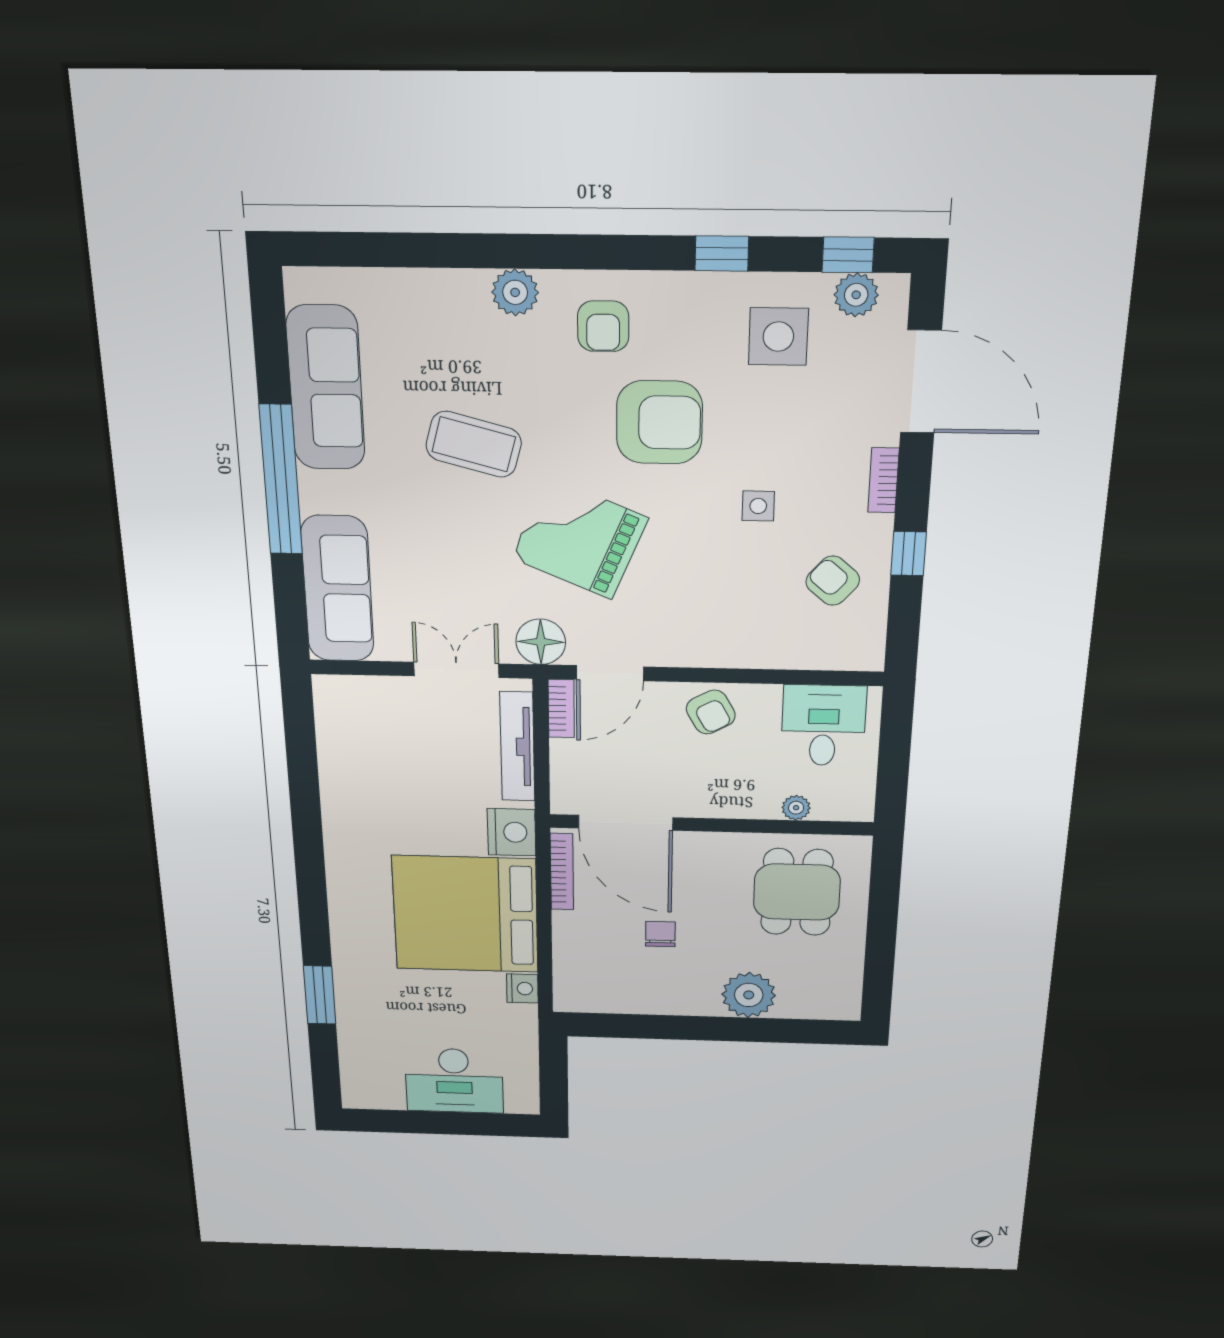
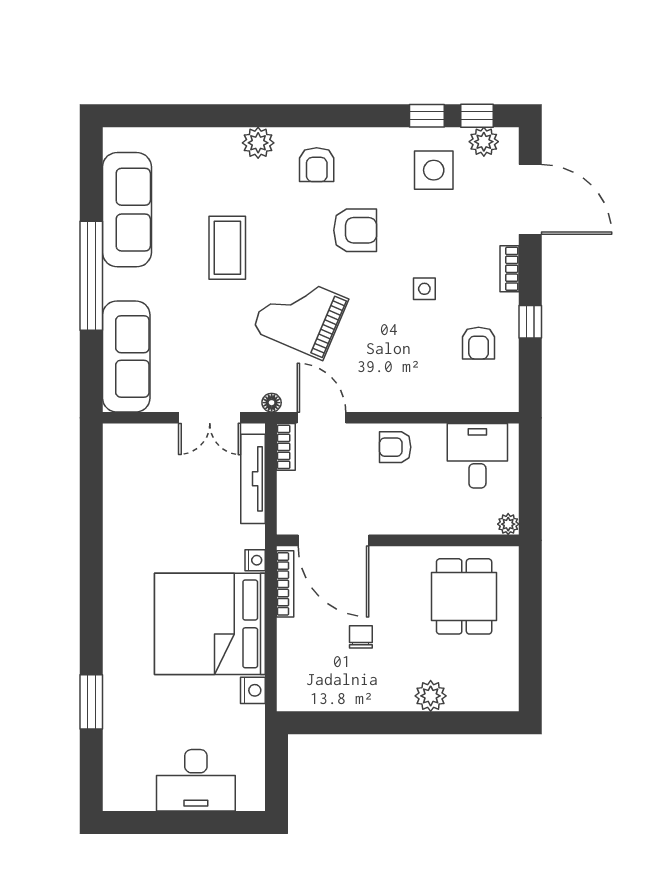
window: (722, 253) -> (427, 116), moved
armchair: (659, 422) -> (355, 230), width x0.73, depth x0.73
coffee table: (474, 444) -> (227, 248), turned 75
armchair: (833, 581) -> (479, 343), turned -131
floor lamp: (541, 642) -> (272, 403), width x0.53, depth x0.53
double door: (456, 670) -> (210, 418), swing flipped
door: (610, 673) -> (322, 418), swing flipped
armchair: (711, 712) -> (395, 447), turned 119
plant: (796, 808) -> (508, 524), moved
nightstand: (511, 832) -> (255, 560), width x0.53, depth x0.56
plant: (749, 995) -> (431, 696), width x0.73, depth x0.73

